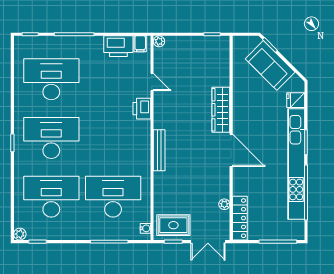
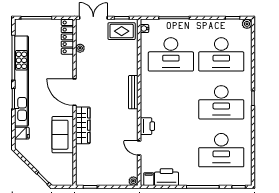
sofa: (270, 65) -> (63, 135), moved, turned -135

